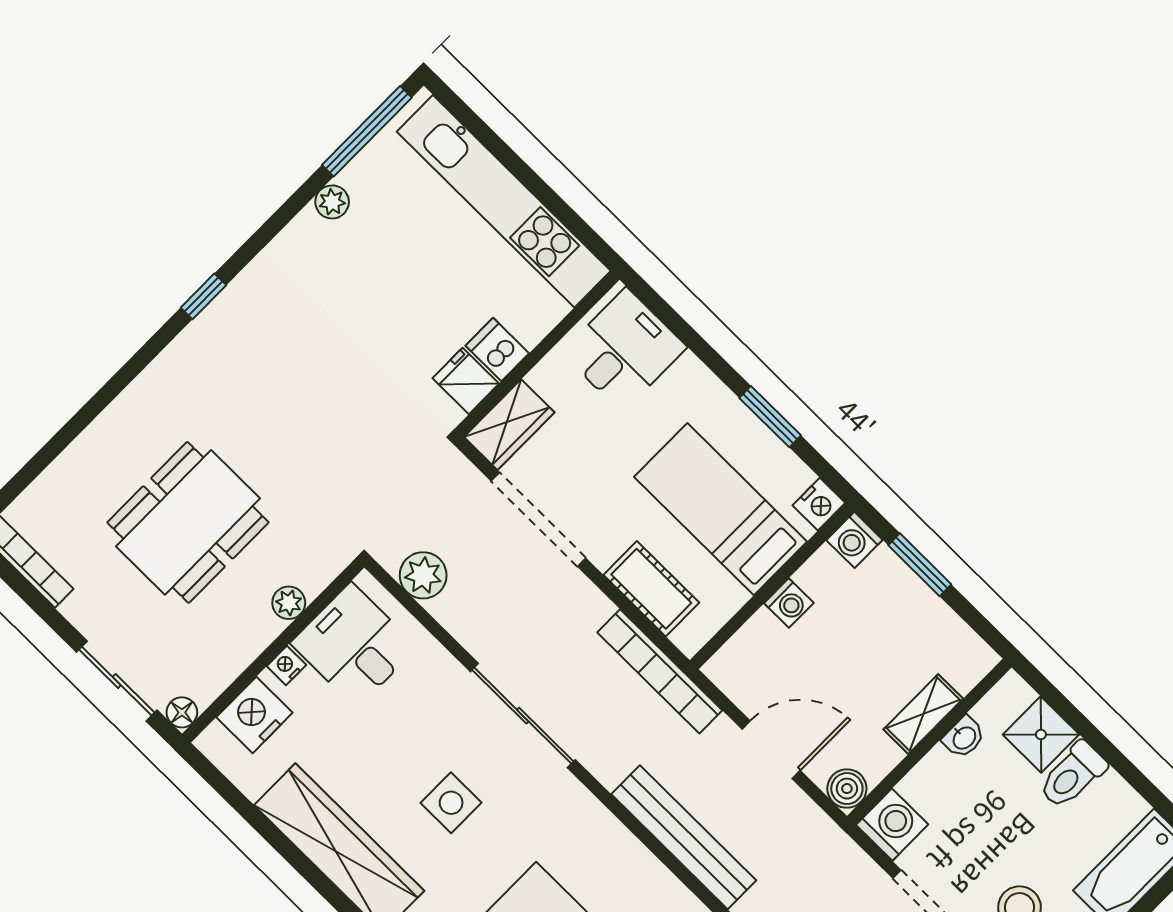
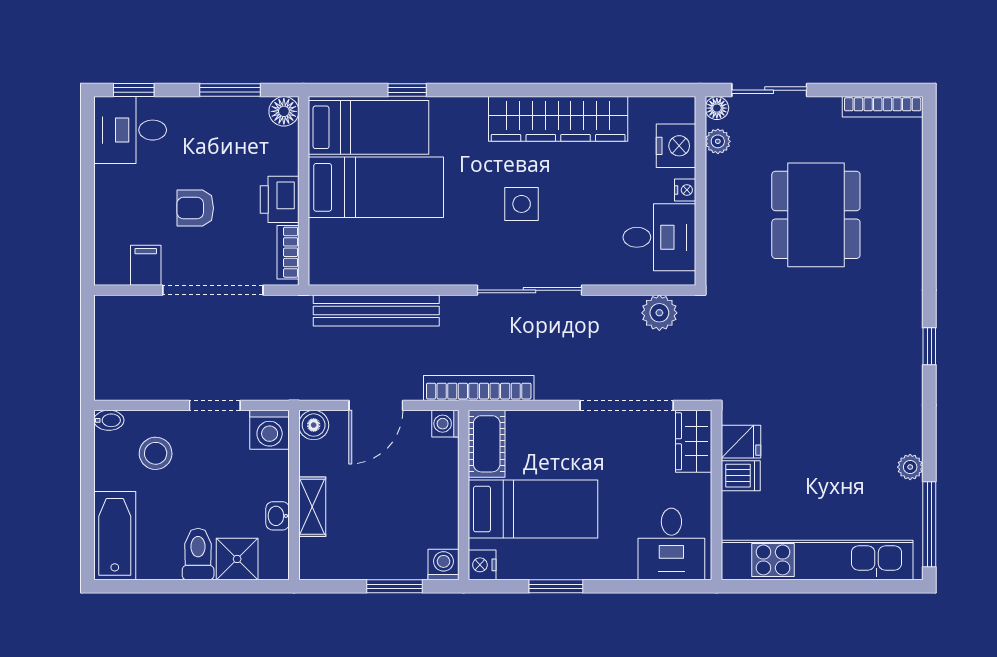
cot: (651, 589) -> (487, 444), moved, turned 90
plant: (289, 603) -> (718, 141), moved
washing machine: (789, 603) -> (445, 424), moved

